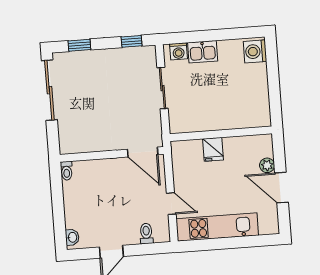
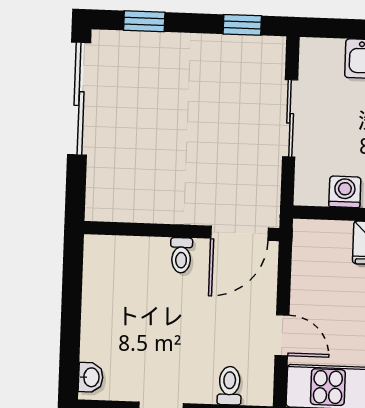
washing machine: (178, 51) -> (345, 192), moved, turned 180
door: (143, 152) -> (239, 233), hinge flipped
toilet: (67, 171) -> (181, 255), moved

